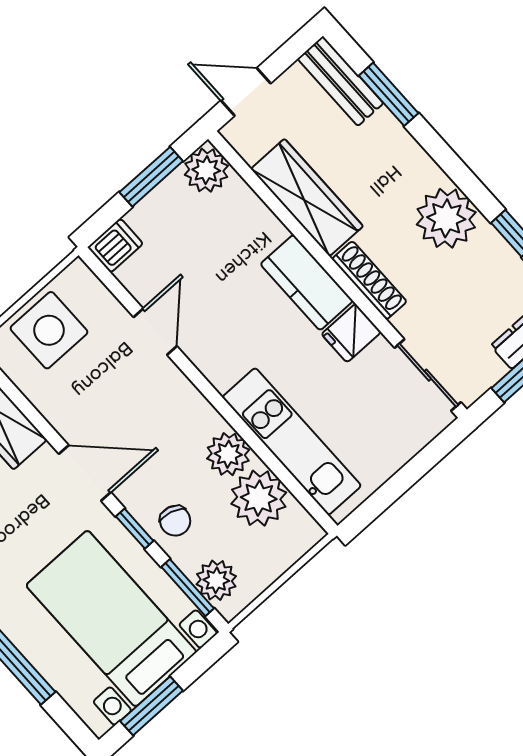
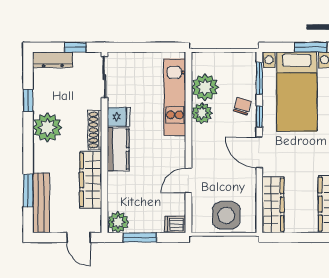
bench: (340, 81) -> (41, 203), width x1.36
plant: (216, 580) -> (247, 72), removed

